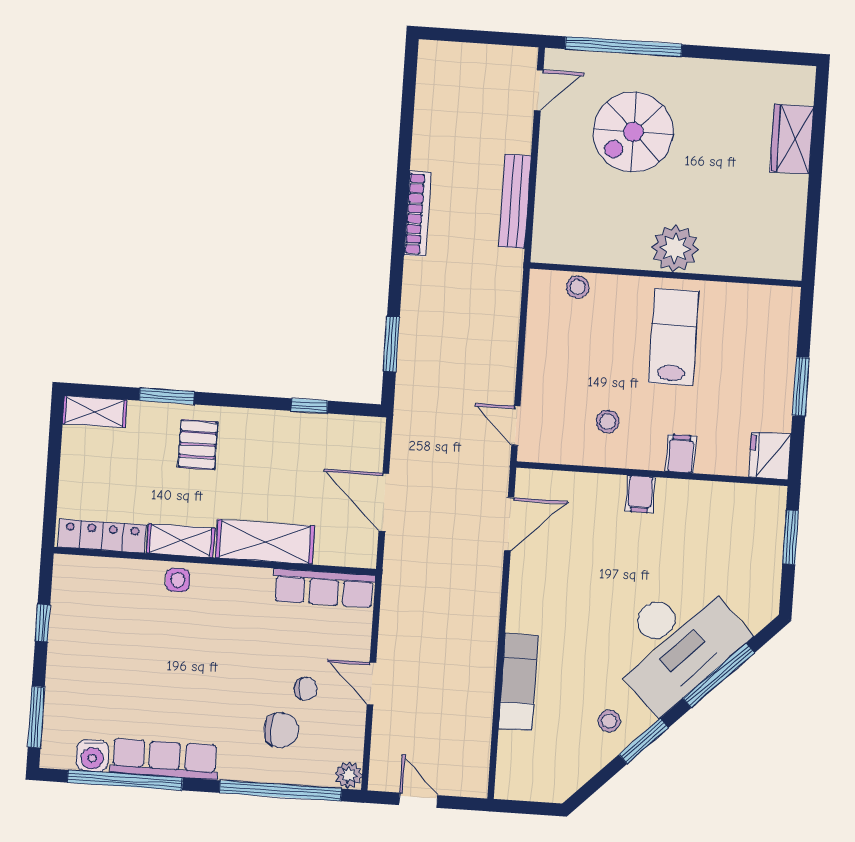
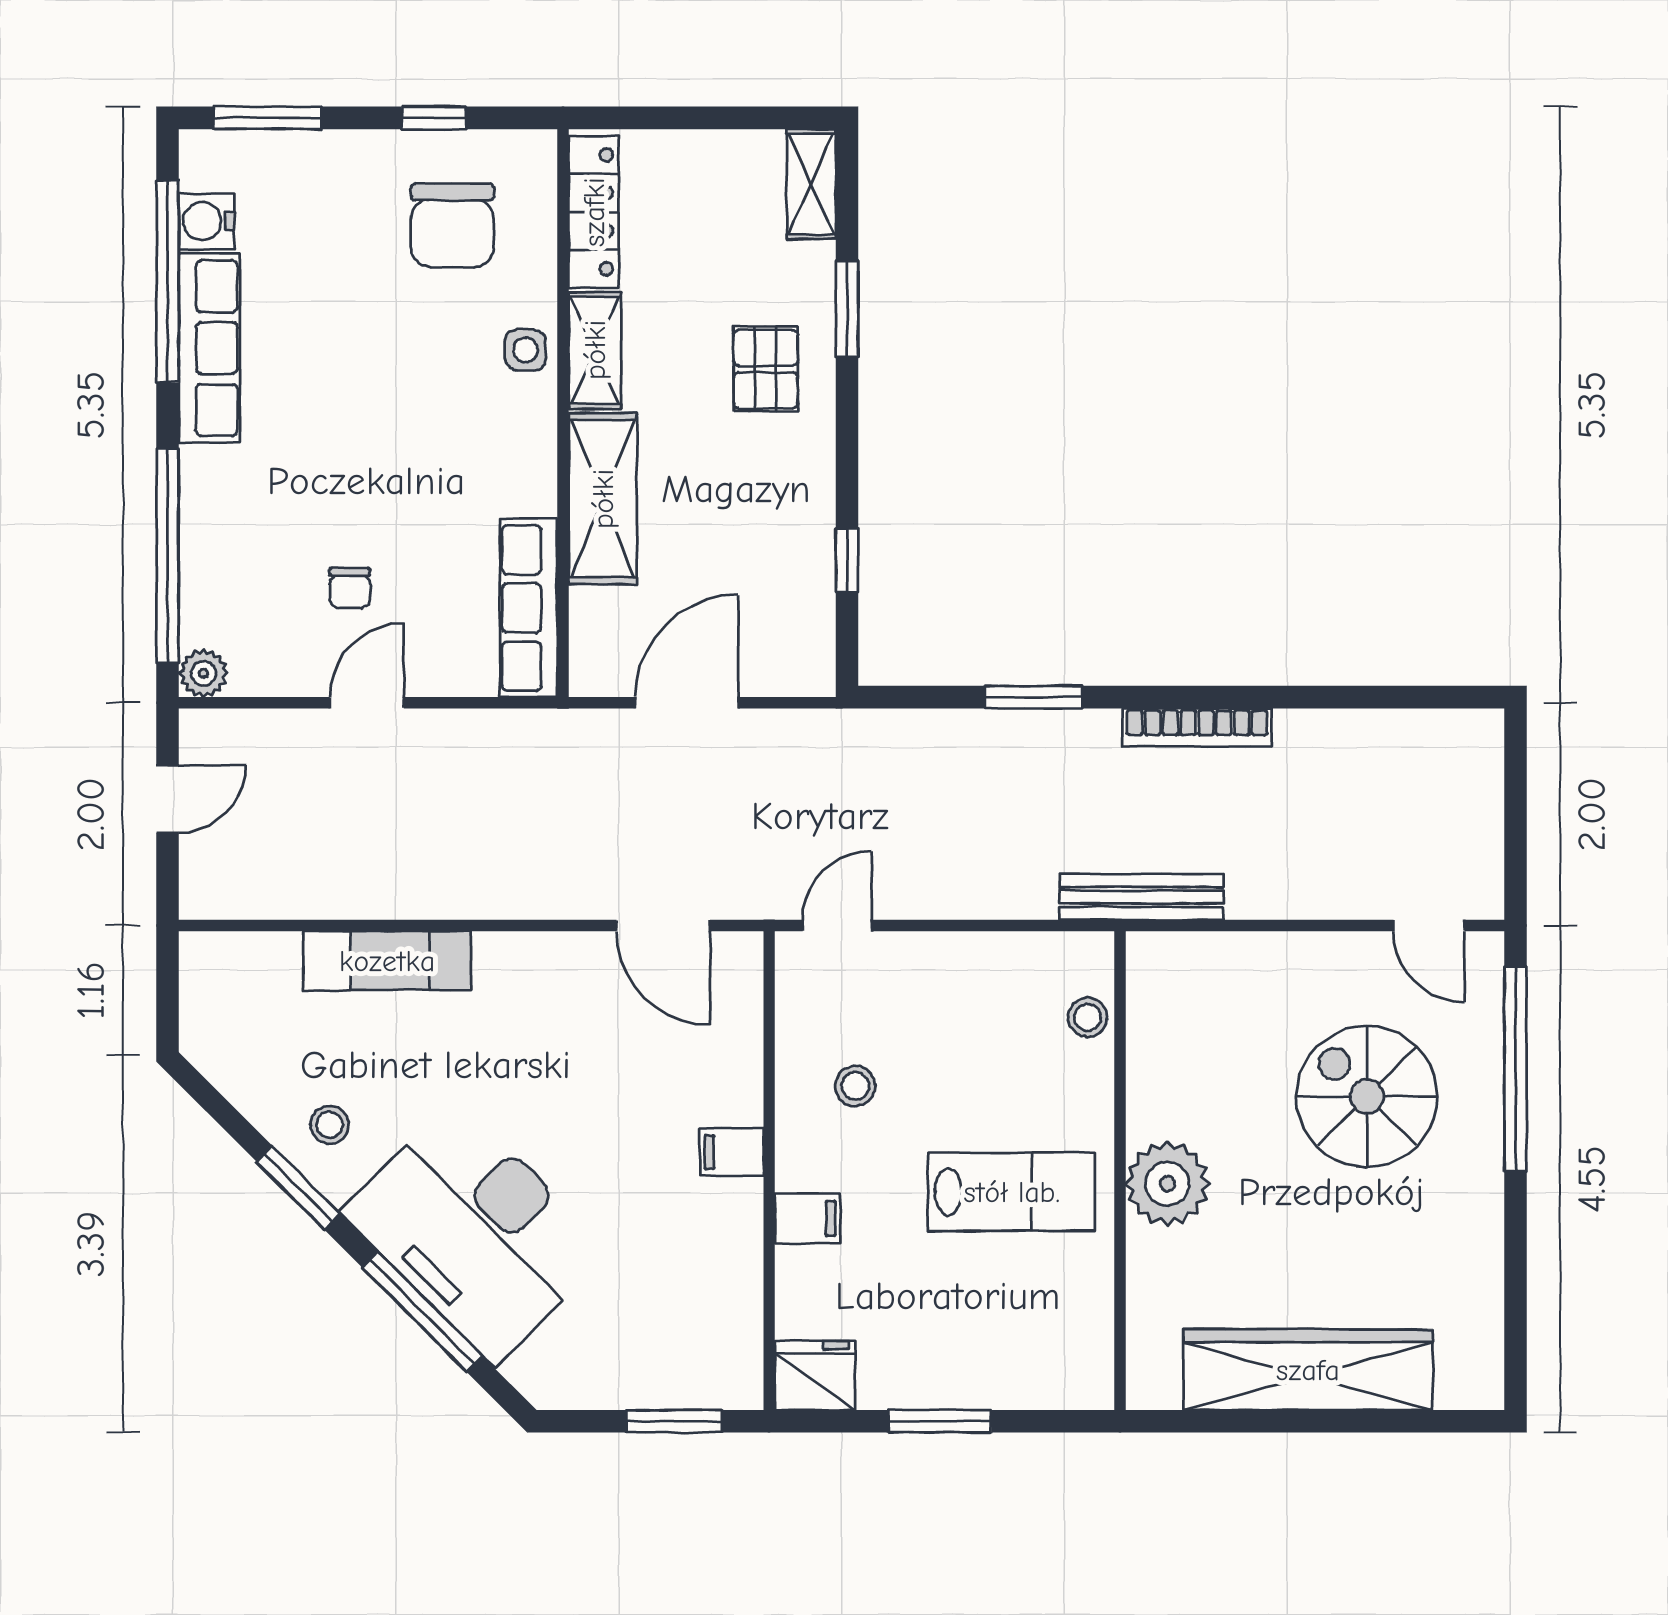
wardrobe: (792, 139) -> (1308, 1370), width x2.10, depth x1.17
bench: (515, 201) -> (1142, 897), moved
window: (391, 344) -> (1034, 697), moved
pallet: (198, 445) -> (766, 369), turned 90
chair: (281, 730) -> (452, 225), moved, width x1.37, depth x1.37

